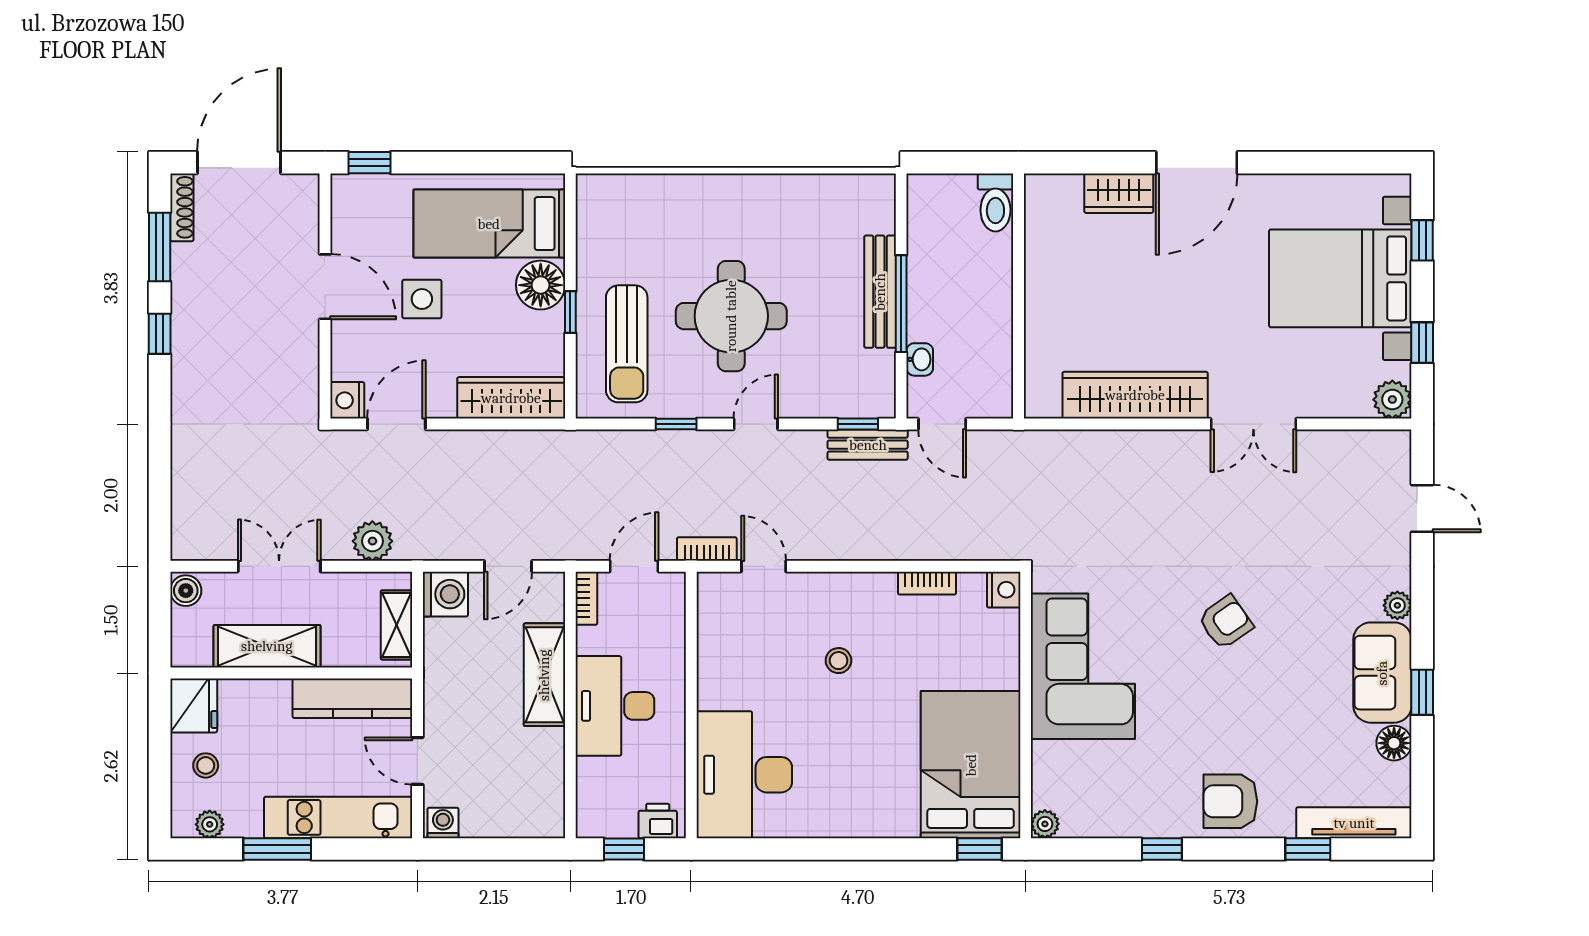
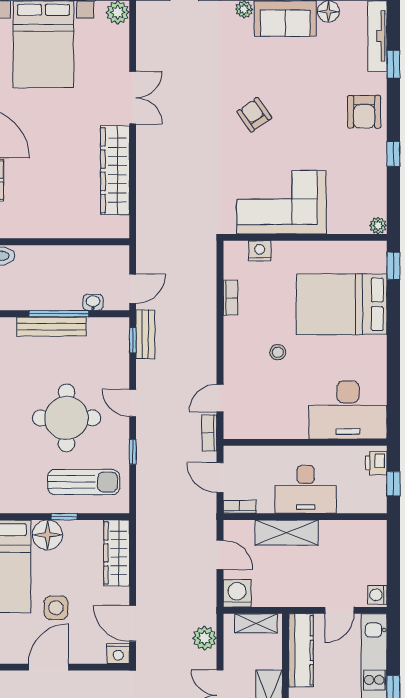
nightstand: (1004, 590) -> (260, 251), moved
bed: (971, 765) -> (342, 304), moved

